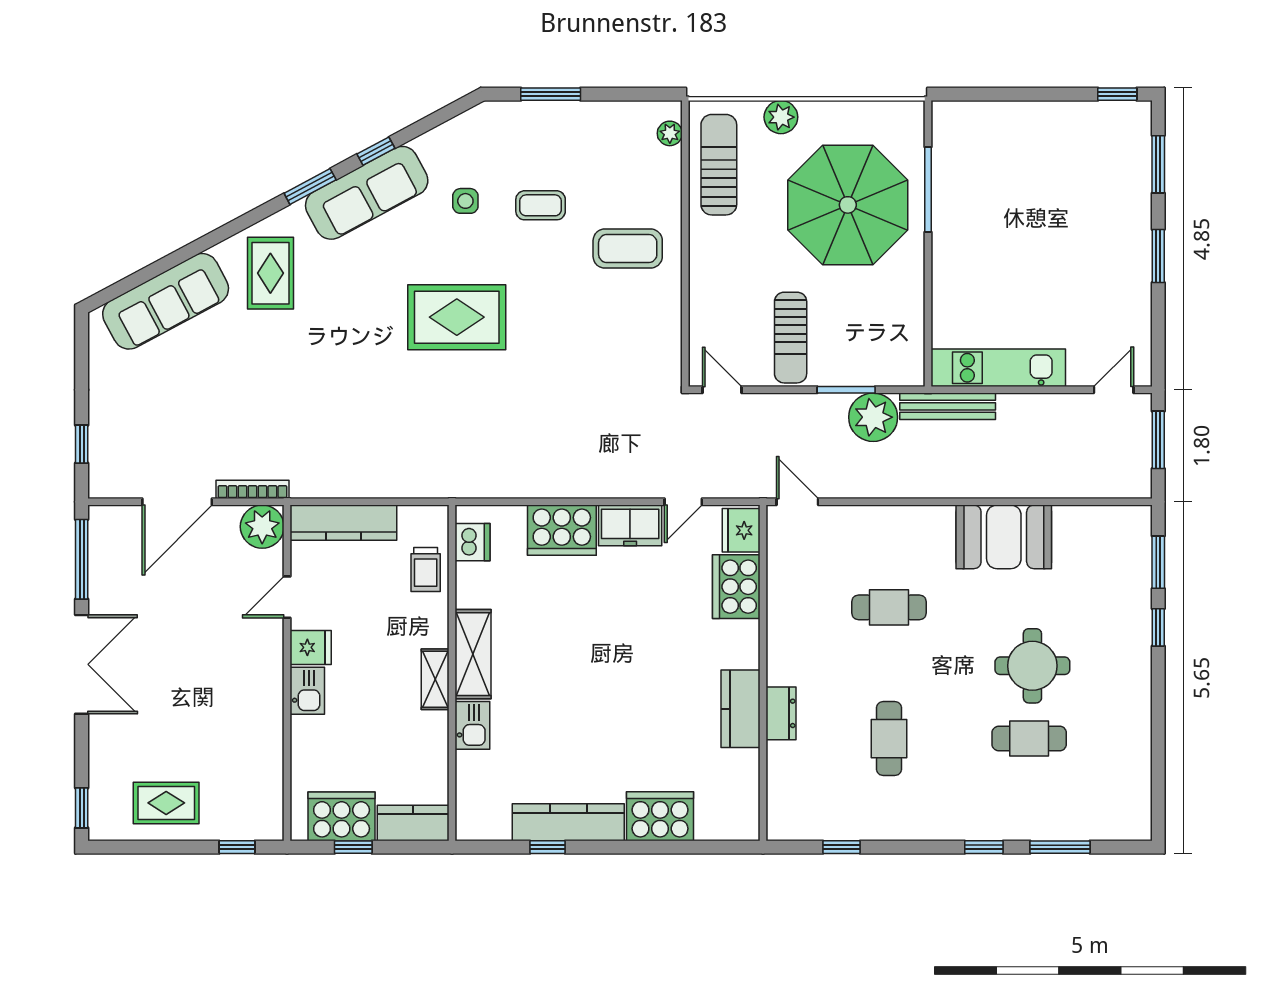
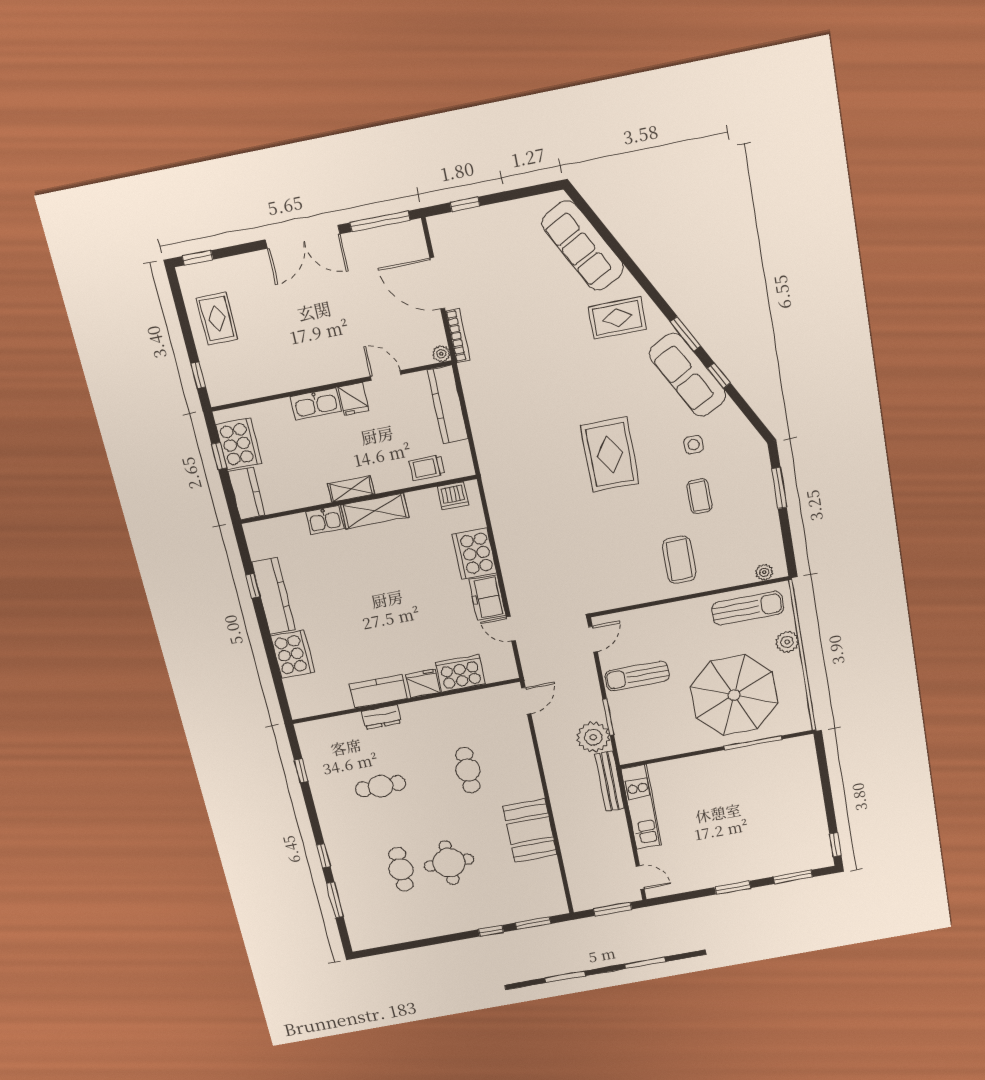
plant: (262, 527) -> (441, 354), width x0.53, depth x0.53
fridge: (741, 530) -> (423, 683), moved
kitchen sink: (307, 691) -> (316, 404), width x1.38

